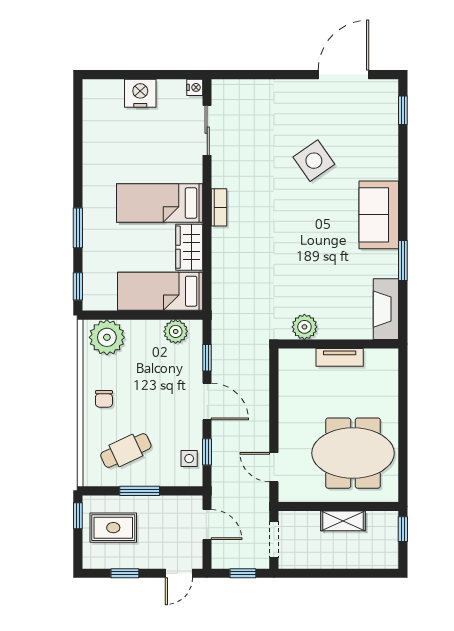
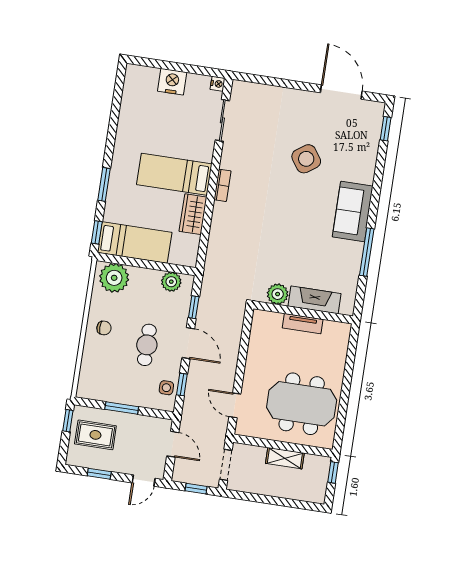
door: (343, 75) -> (341, 92), hinge flipped
window: (403, 261) -> (367, 252), width x1.44
bed: (160, 291) -> (135, 242), moved, turned 180
fireplace: (386, 309) -> (314, 300), moved, turned 90
chair: (104, 399) -> (104, 328), turned -90
cafe table: (126, 451) -> (147, 345), moved, turned -65

